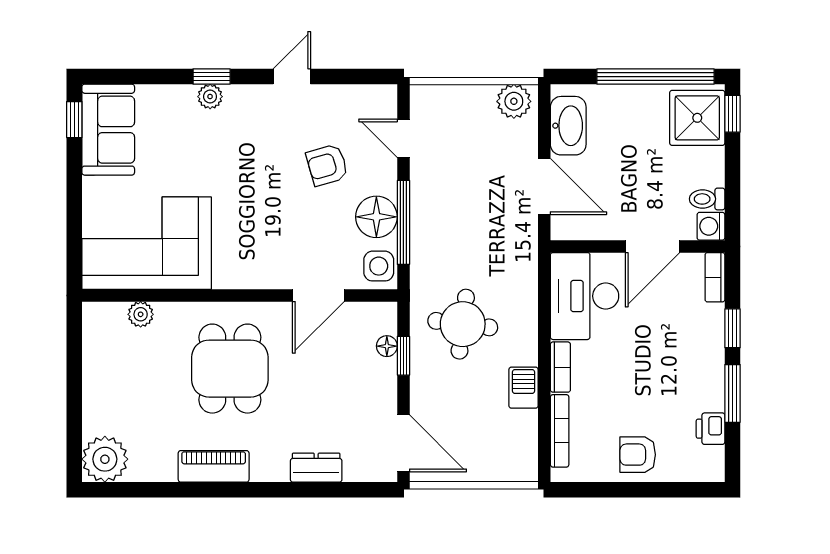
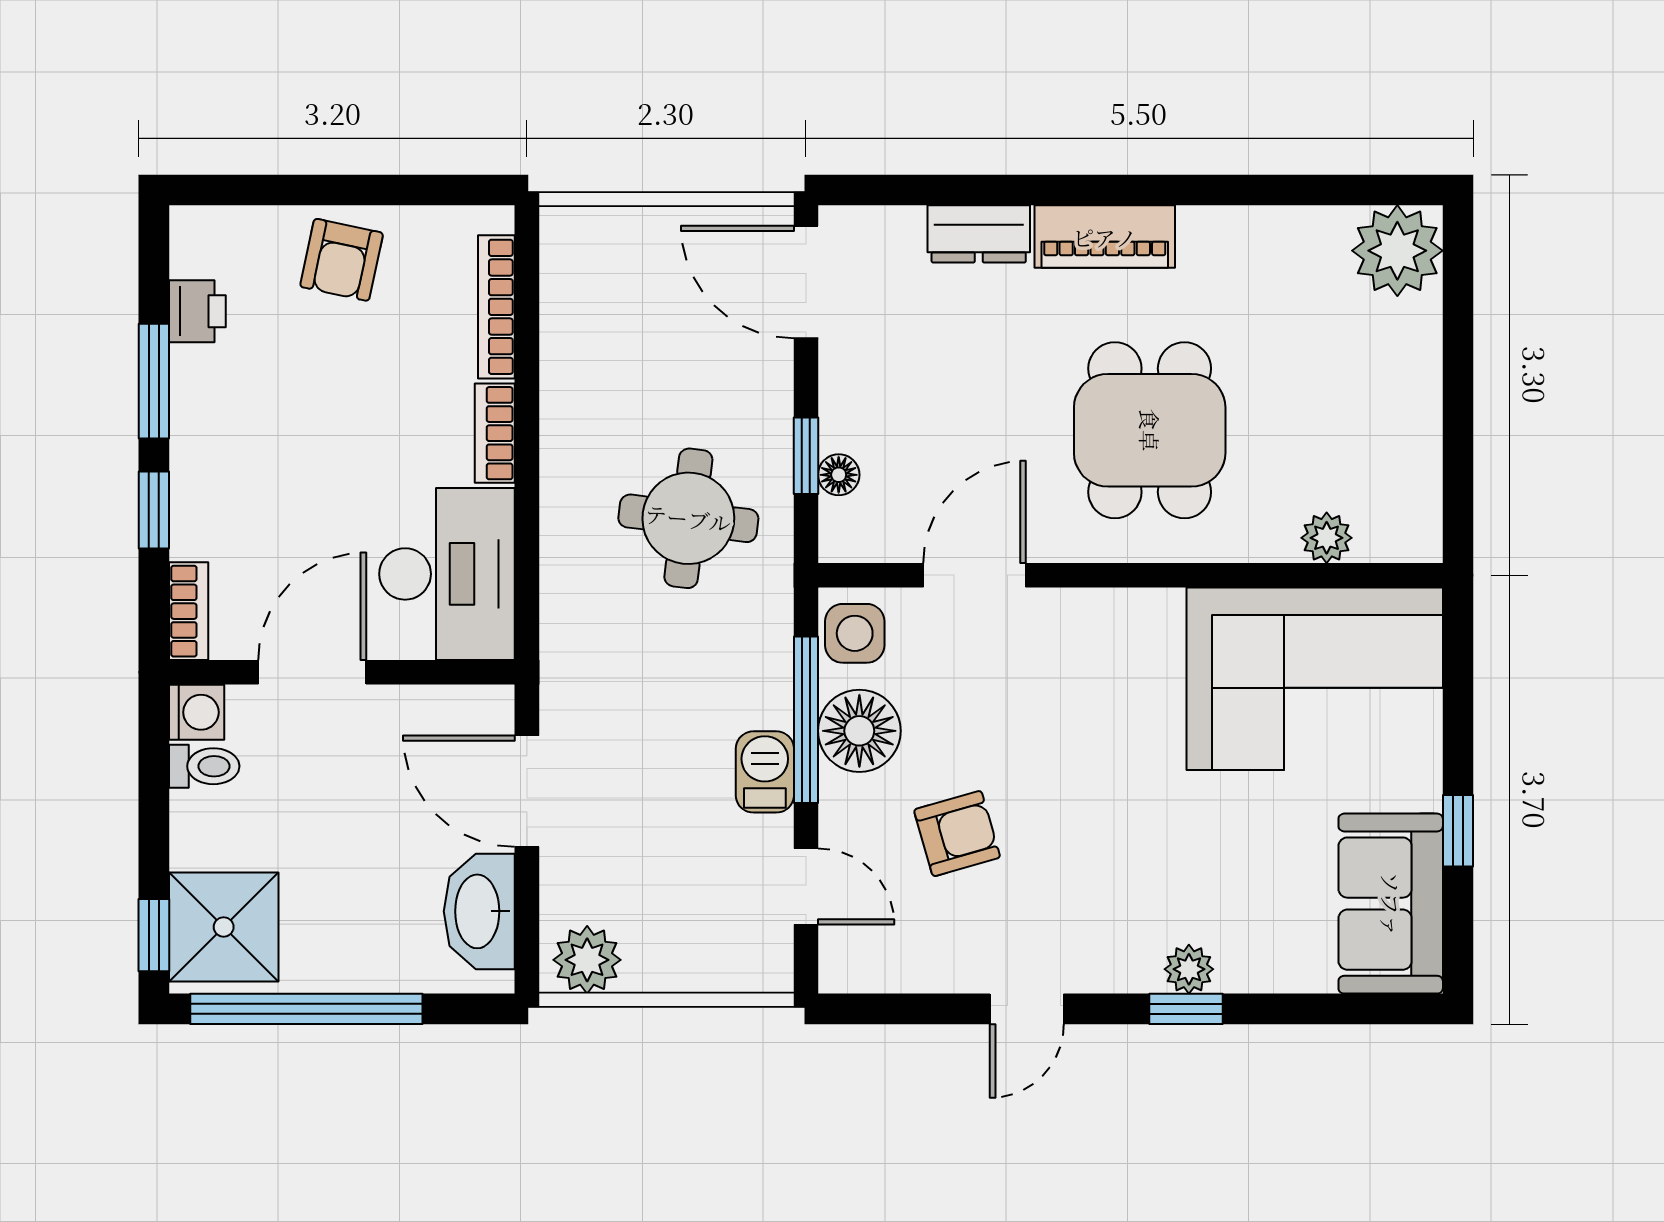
window: (74, 120) -> (1458, 831), moved
barbecue: (523, 388) -> (765, 772), moved, turned 180
armchair: (638, 455) -> (342, 260), turned 102
piano: (214, 466) -> (1105, 237), moved

